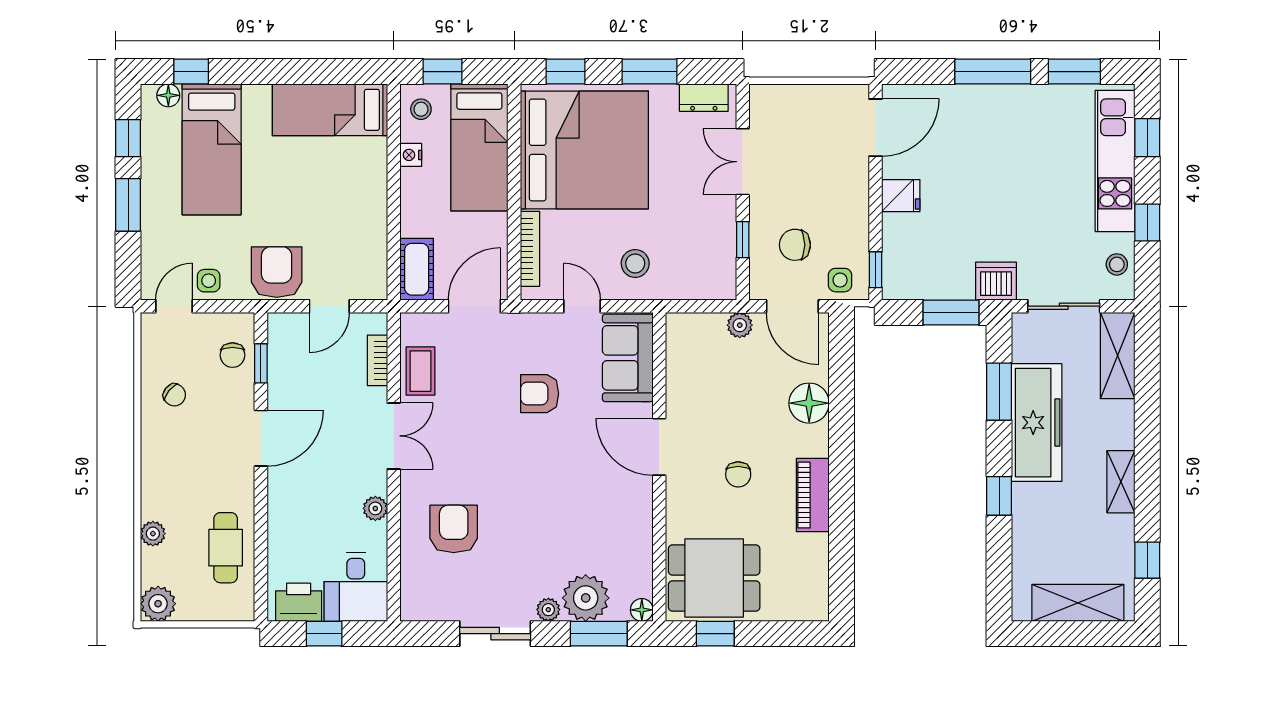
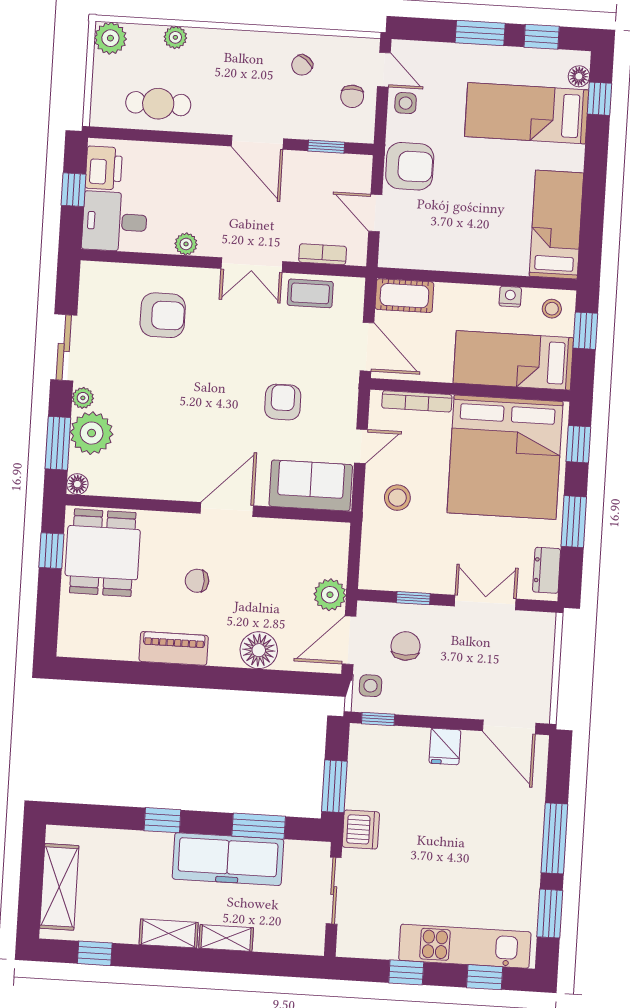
stool: (1117, 264) -> (369, 942), removed
plant: (740, 325) -> (330, 595), width x1.38, depth x1.38
chair: (232, 355) -> (352, 96), moved, turned -90
shelving: (1118, 356) -> (226, 938), moved, width x0.67, depth x0.75

